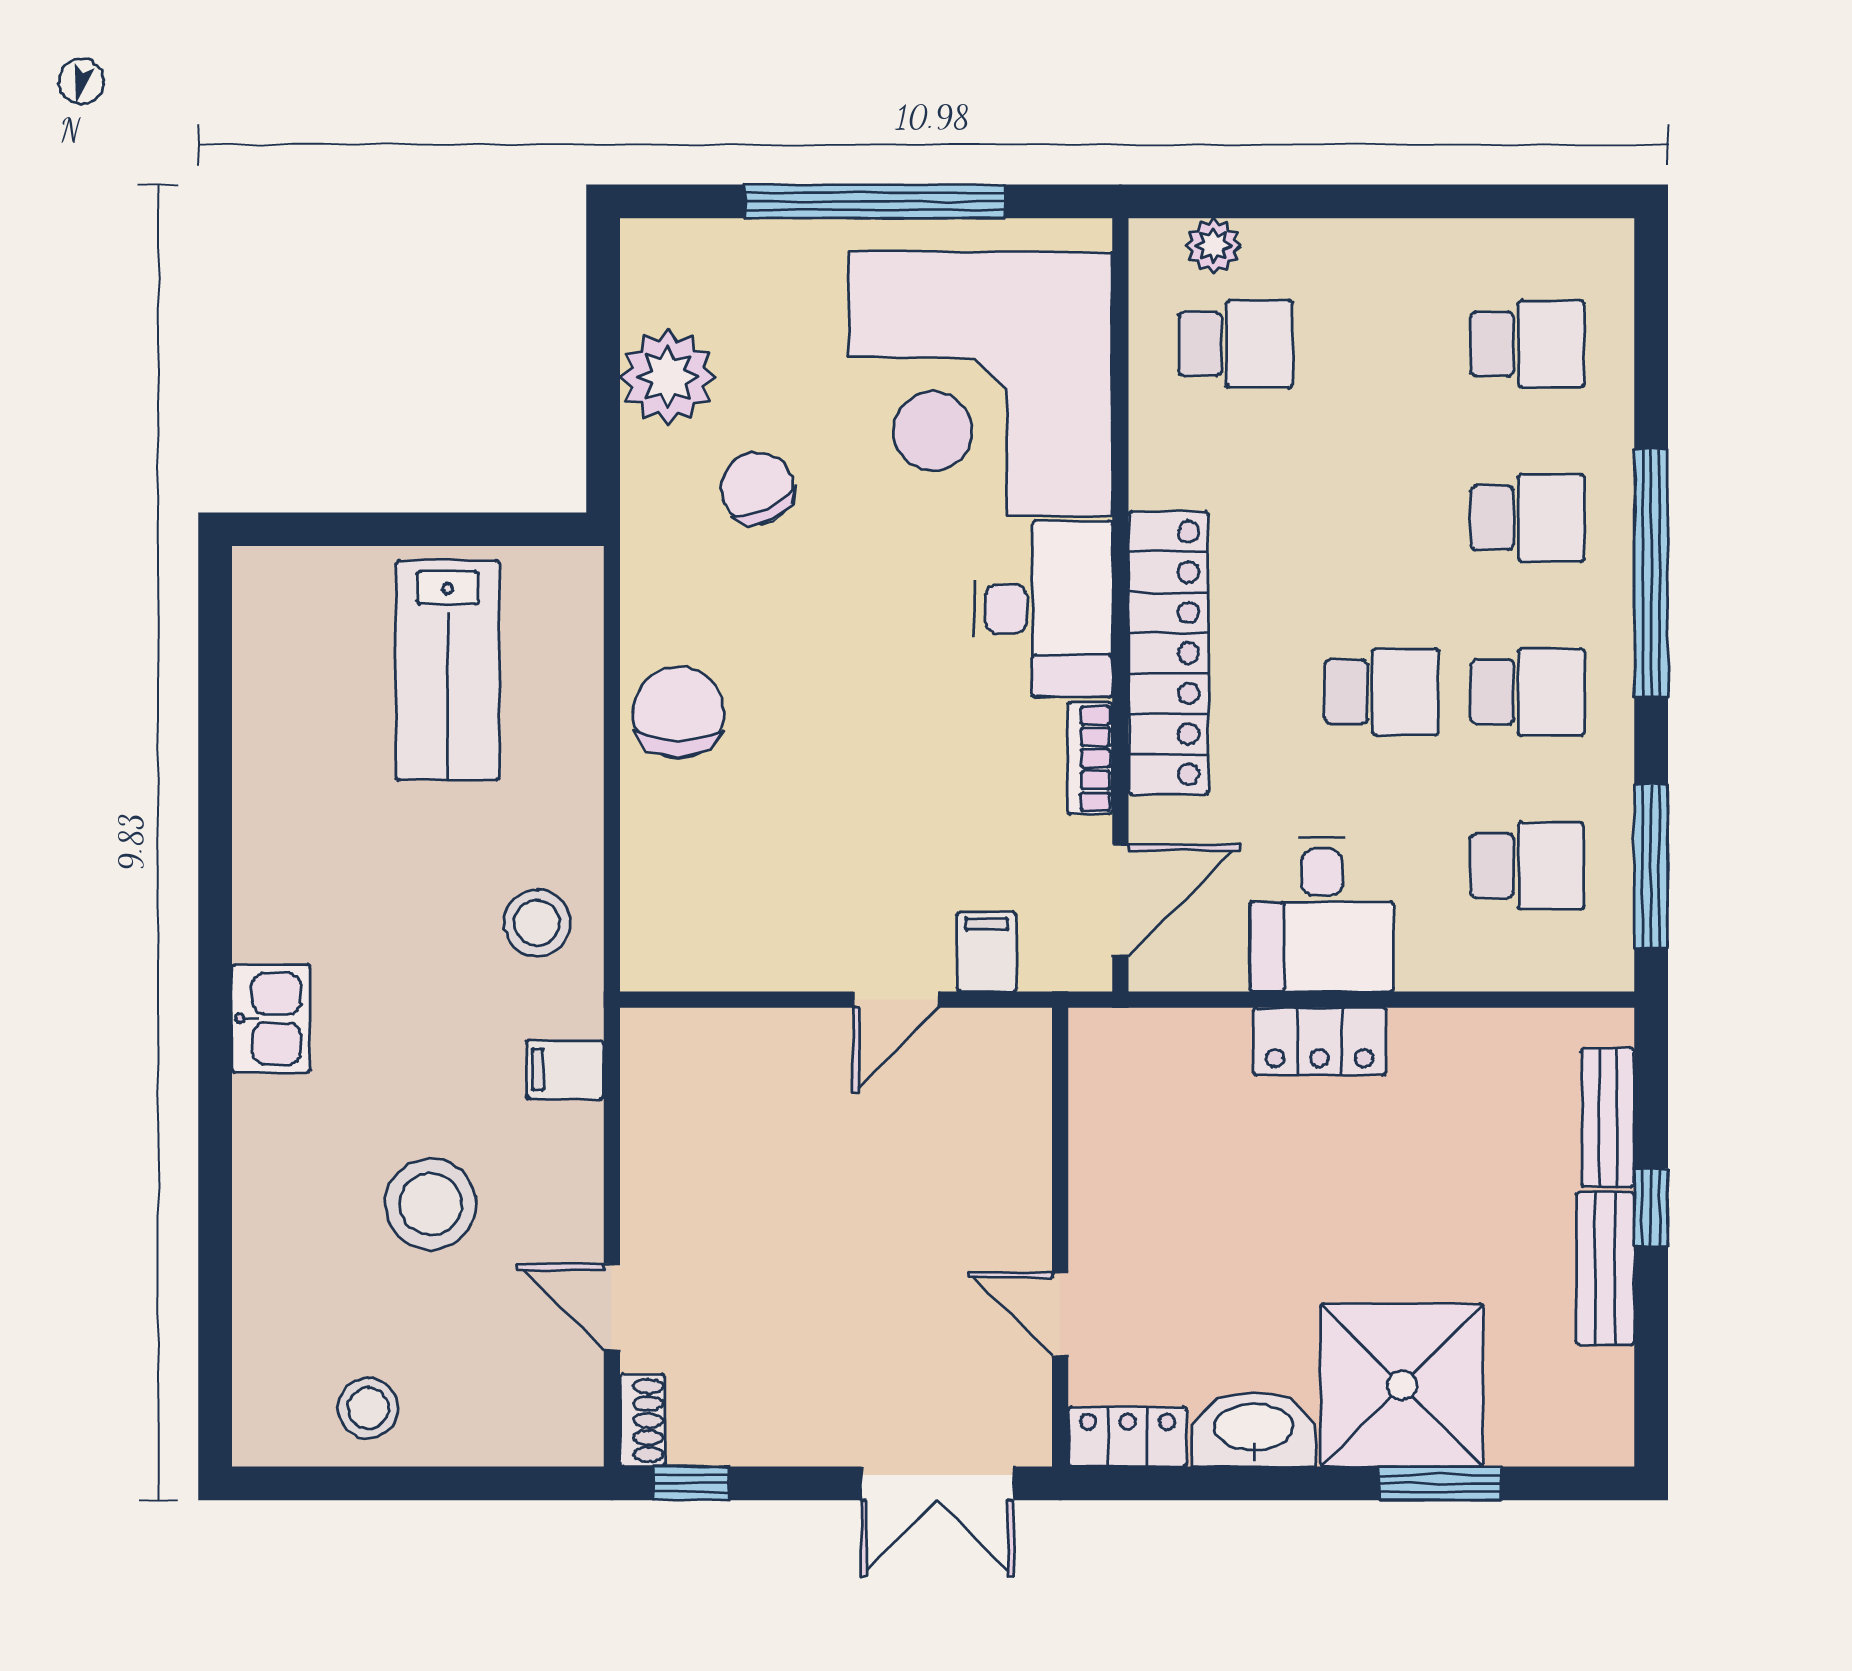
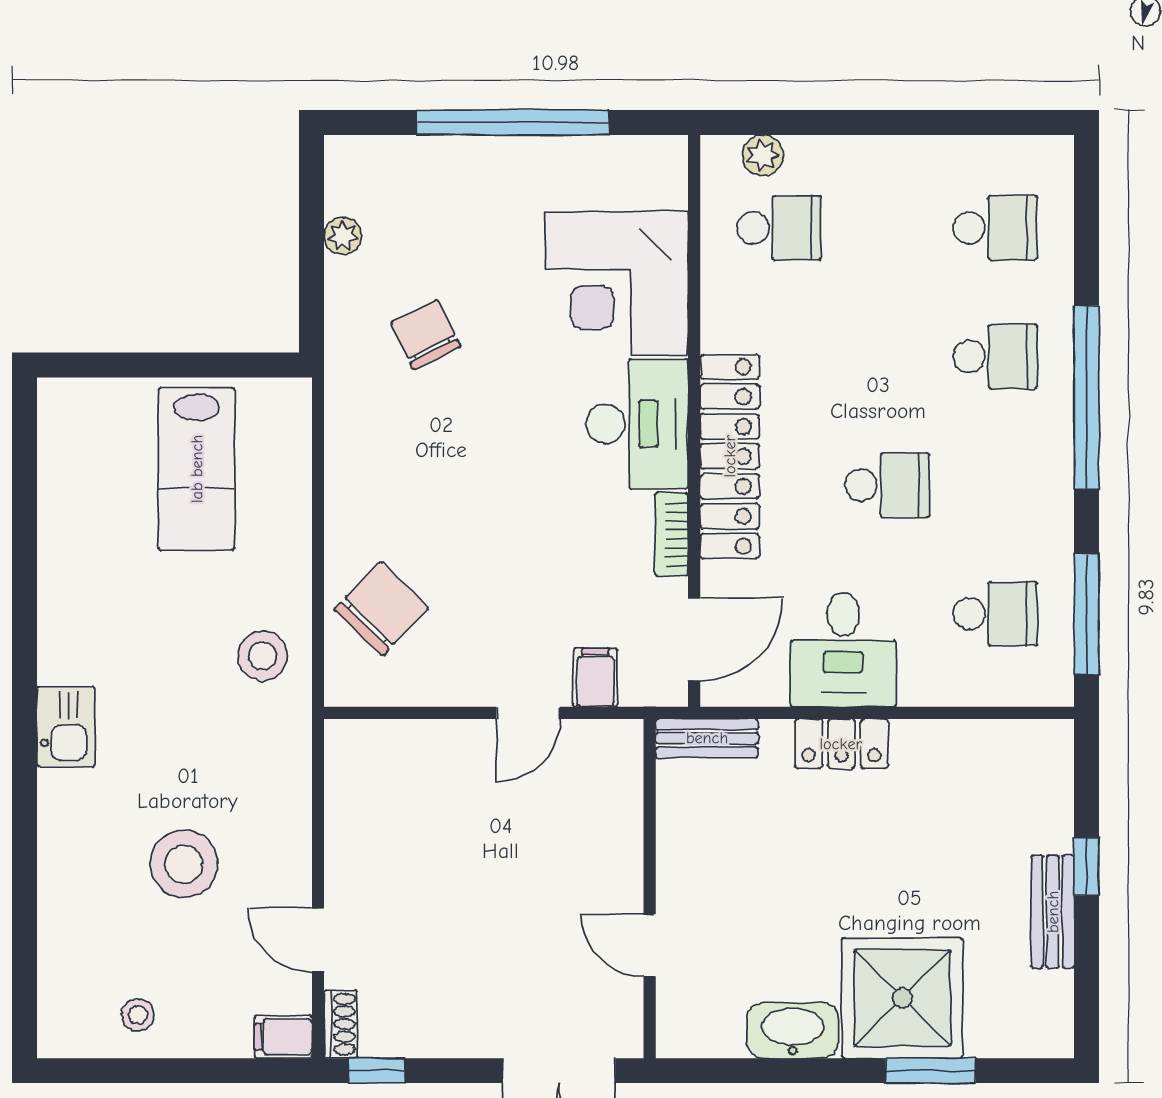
plant: (668, 377) -> (343, 236), width x0.53, depth x0.53
corner desk: (980, 384) -> (616, 283), width x0.74, depth x0.74
school desk: (1527, 692) -> (995, 485), removed
chair: (679, 712) -> (381, 609), moved, turned 44
filing cabinet: (565, 1070) -> (283, 1037), moved
bench: (1608, 1117) -> (707, 738), moved, turned 90
stool: (368, 1408) -> (138, 1015), width x0.73, depth x0.73
locker: (1128, 1437) -> (699, 1036), removed

